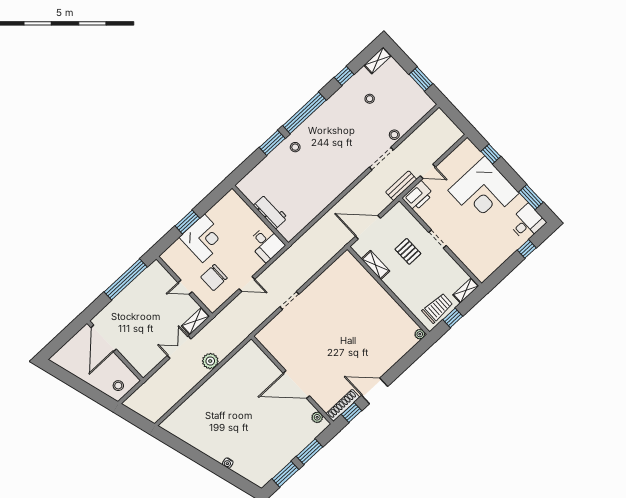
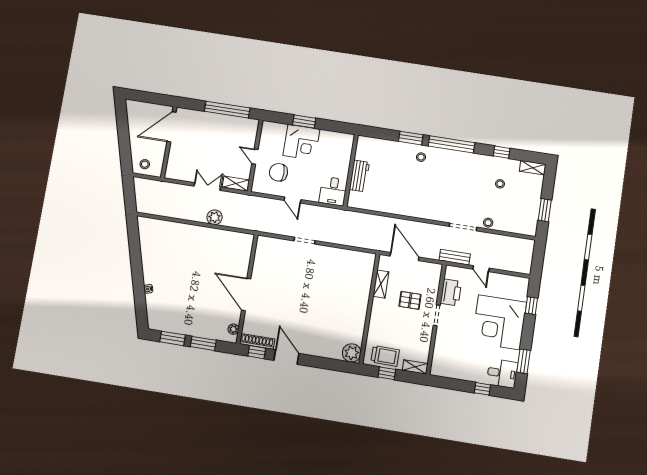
printer: (418, 196) -> (451, 292), moved, turned -90
pallet: (408, 251) -> (410, 300), turned 90
plant: (420, 334) -> (352, 353), width x1.87, depth x1.87

